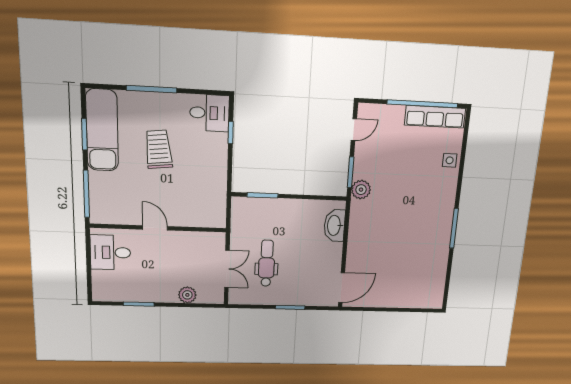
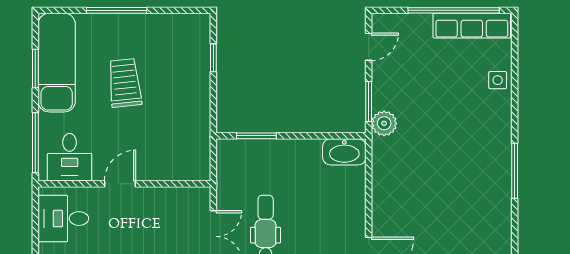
desk: (209, 113) -> (70, 157), moved, turned 90
washbasin: (334, 225) -> (344, 152), moved, turned -90
door: (155, 228) -> (120, 184), hinge flipped

